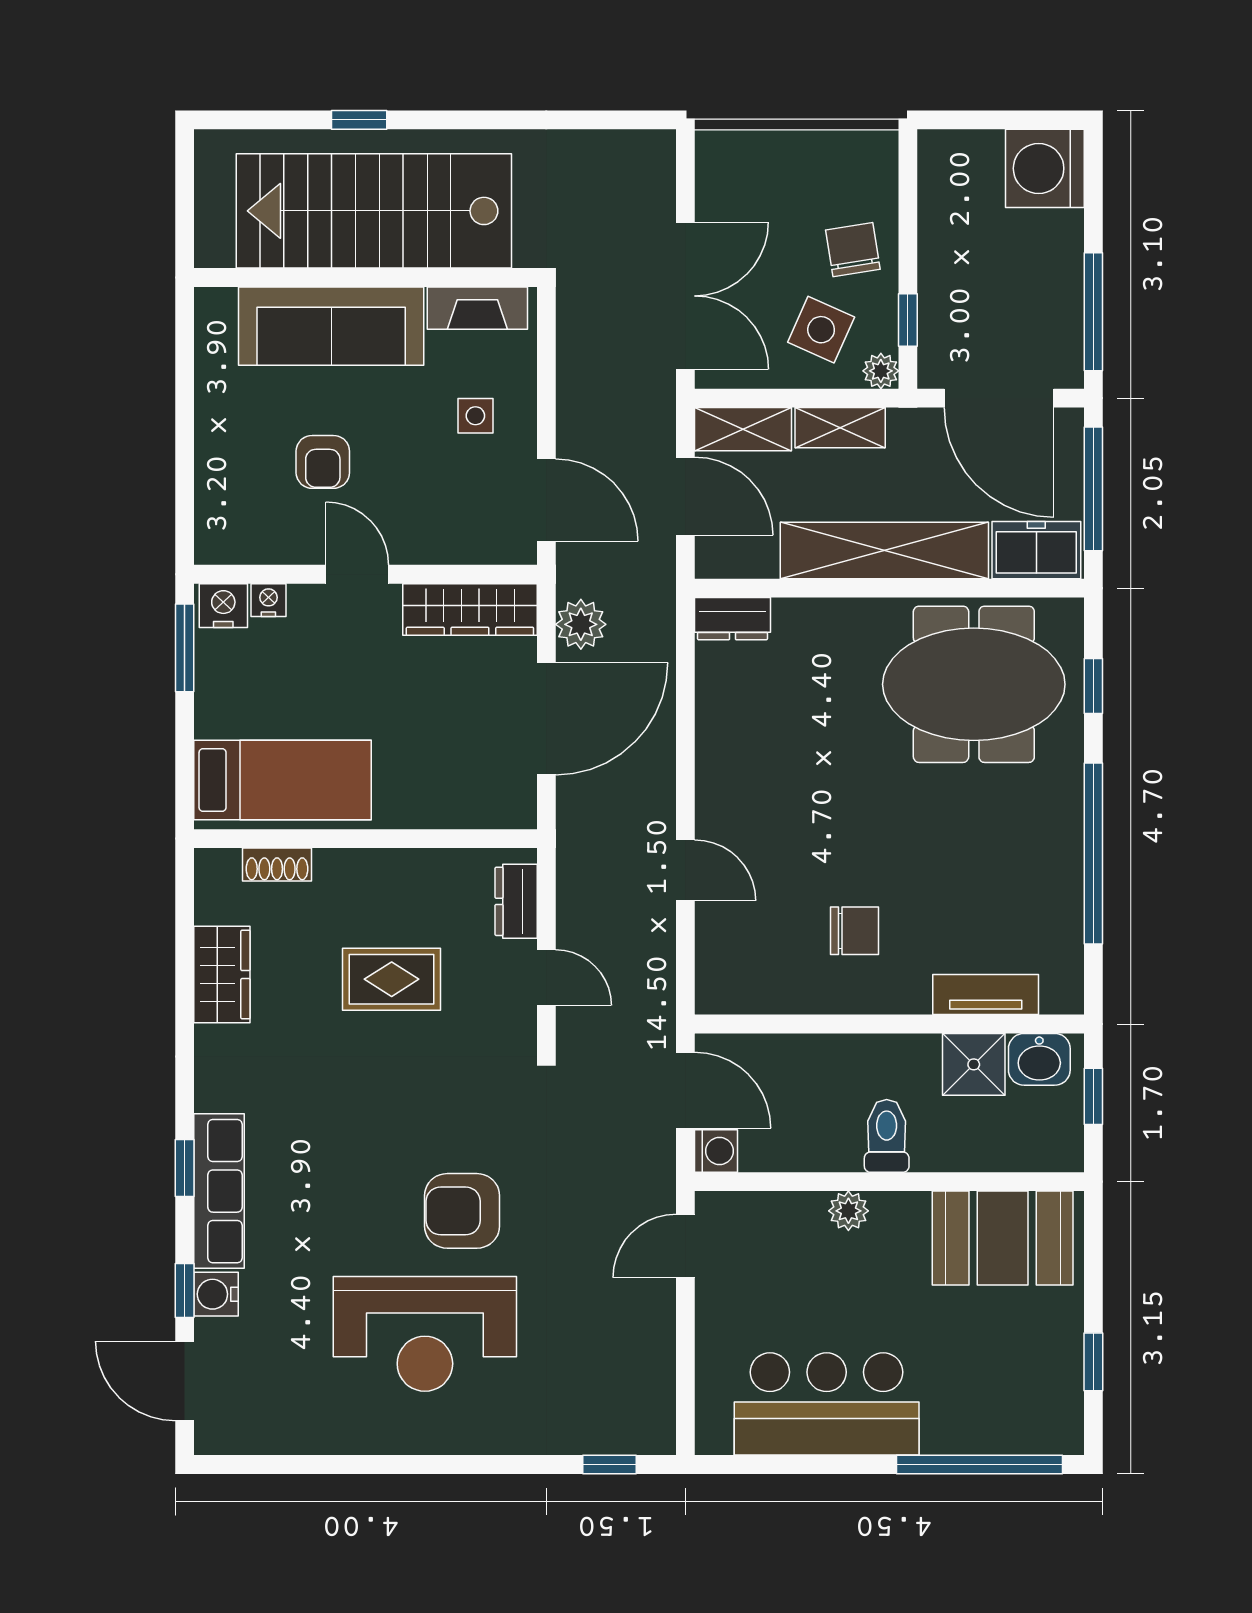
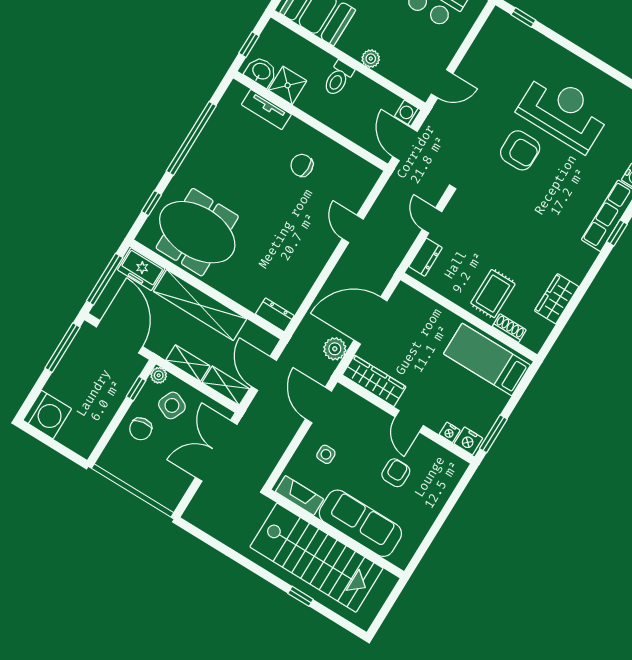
rug: (392, 979) -> (493, 294), moved, turned 90

